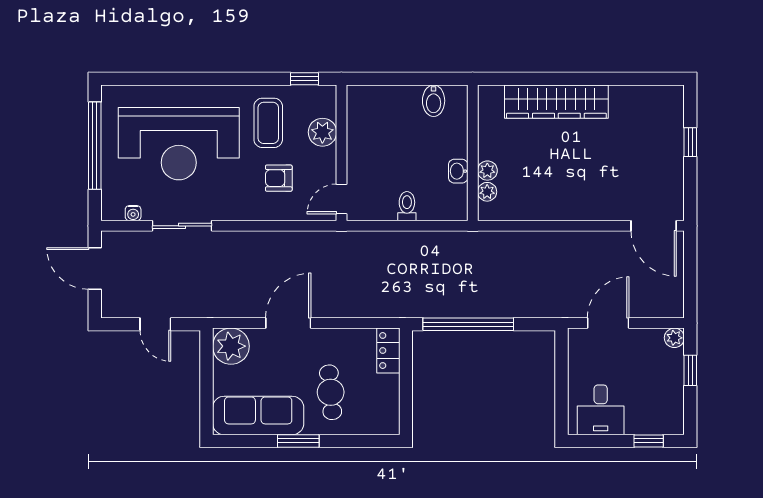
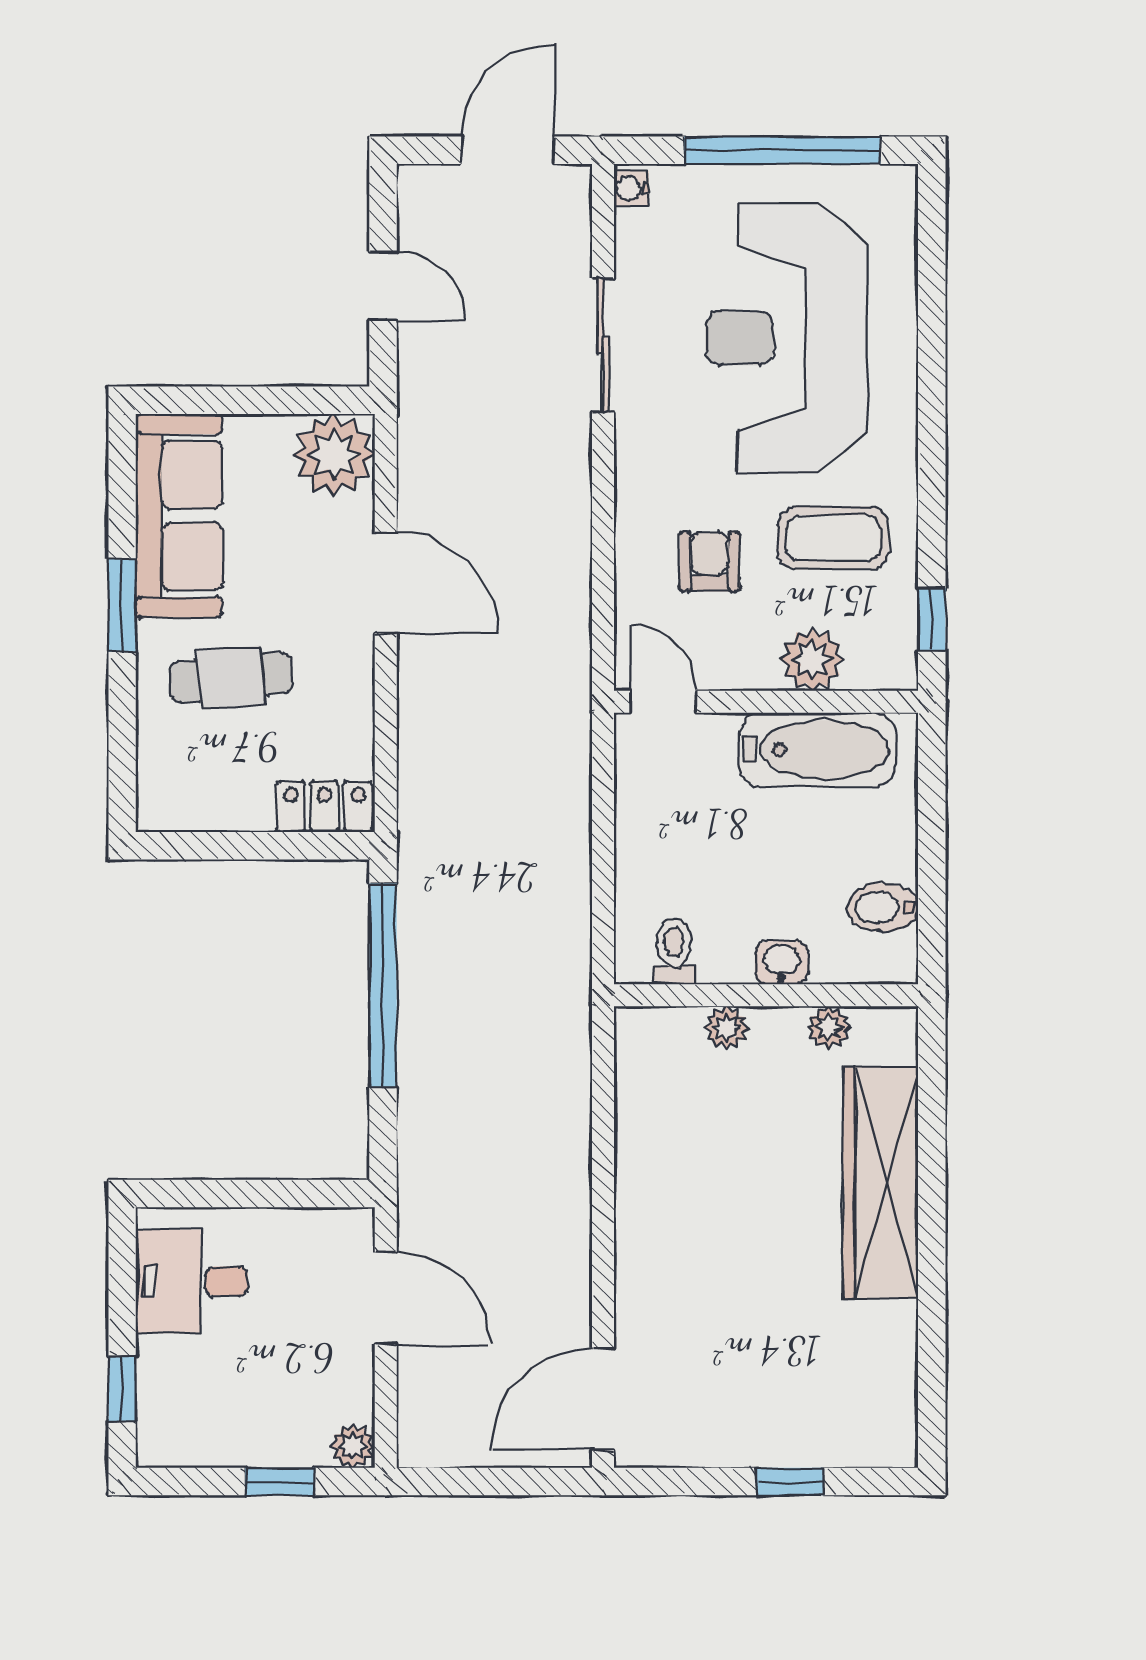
bathtub: (363, 130) -> (817, 750), added
washbasin: (458, 171) -> (782, 963), moved
plant: (487, 192) -> (829, 1027), moved
toilet: (407, 206) -> (674, 951), moved, turned -90
water cooler: (133, 213) -> (631, 188), moved
door: (155, 324) -> (383, 286), swing flipped

